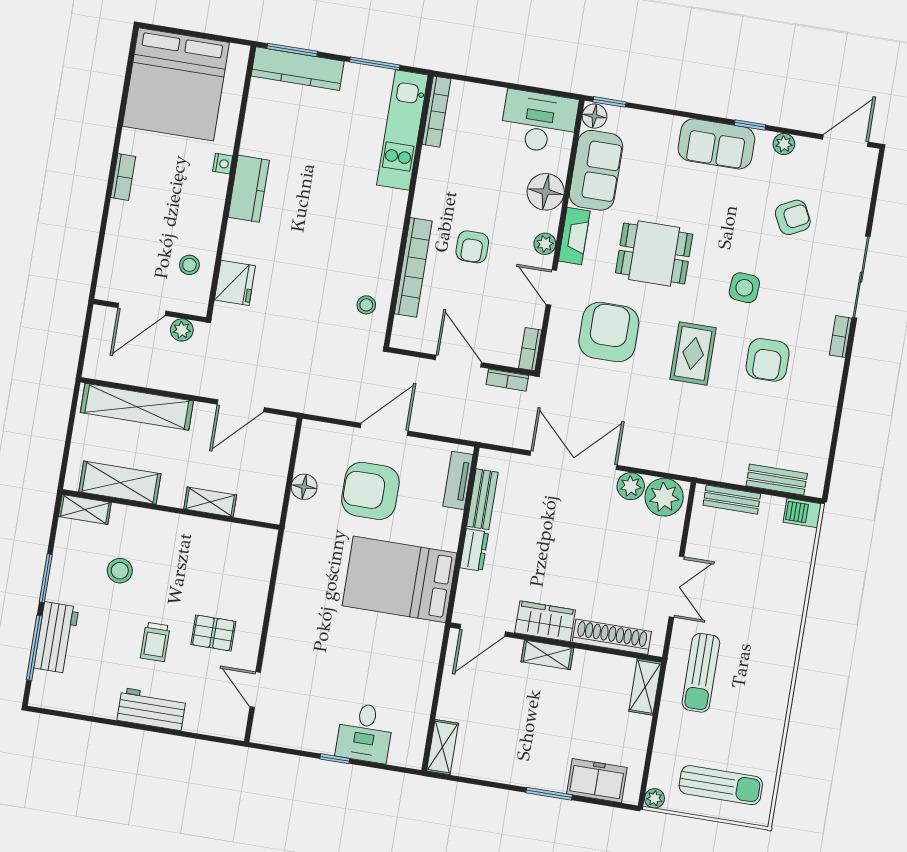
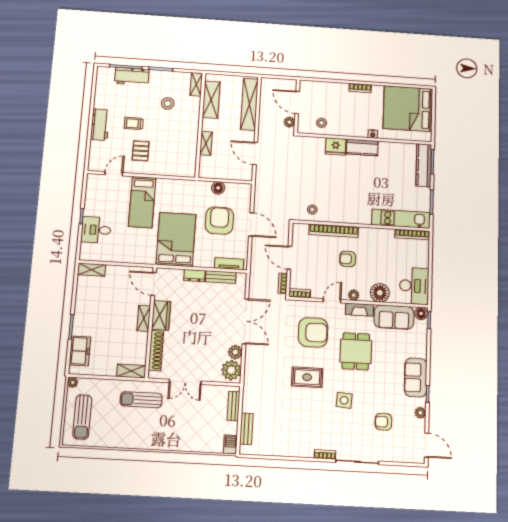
armchair: (793, 217) -> (383, 422), turned 117
fridge: (235, 283) -> (336, 147), moved
armchair: (768, 360) -> (308, 417), removed
door: (458, 361) -> (289, 258), swing flipped
bed: (318, 639) -> (142, 202), added

